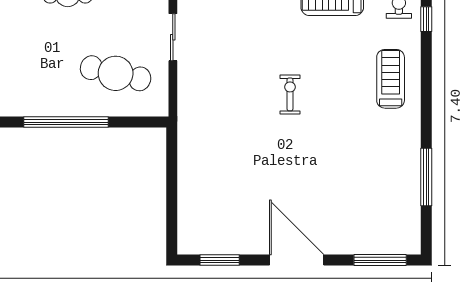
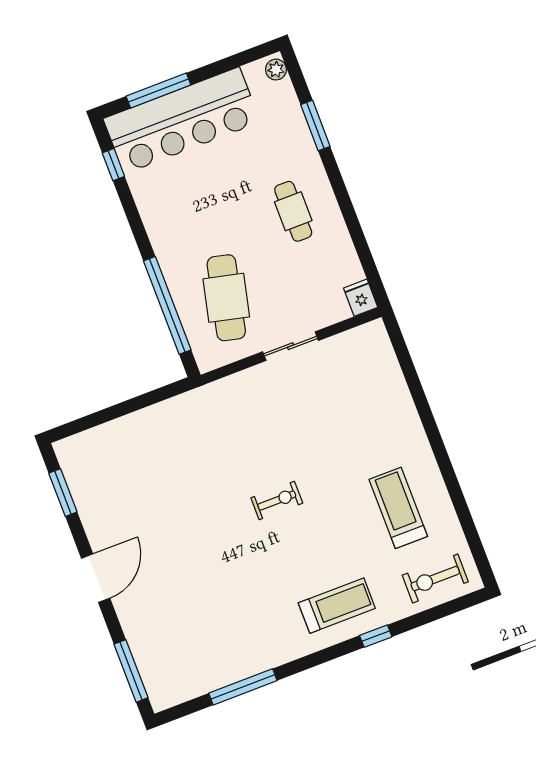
window: (426, 19) -> (376, 636), moved
window: (66, 122) -> (167, 305), moved
door: (297, 260) -> (96, 578), width x0.73

